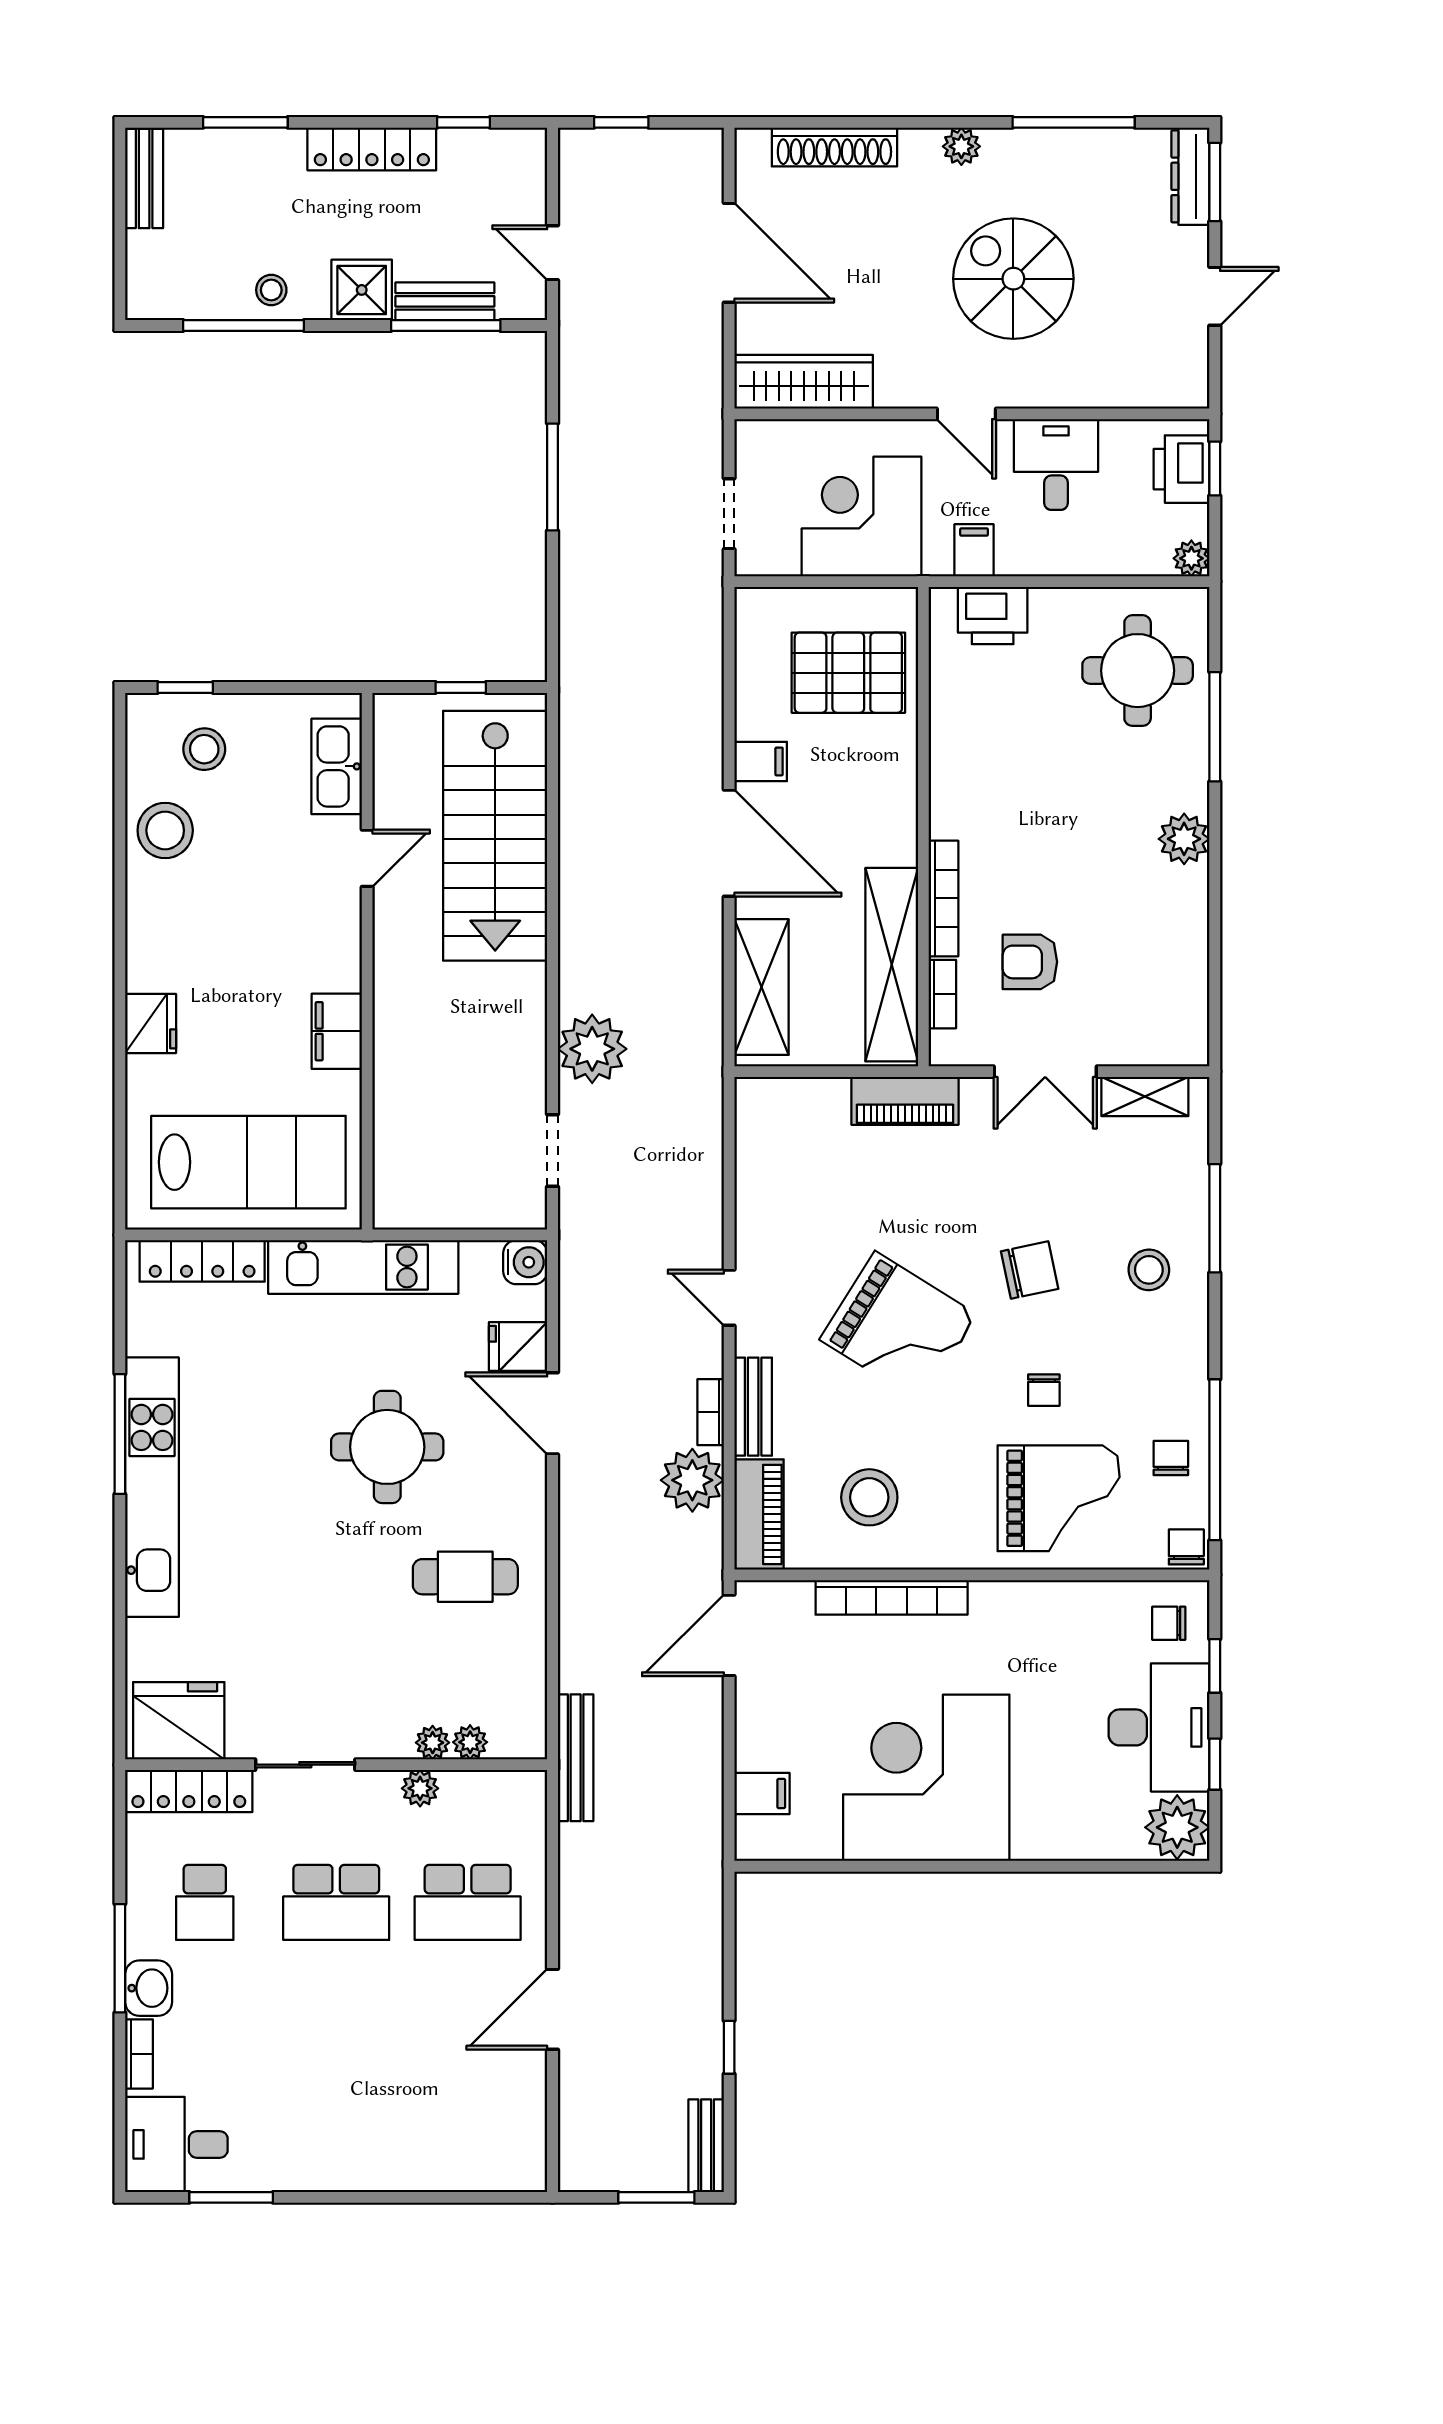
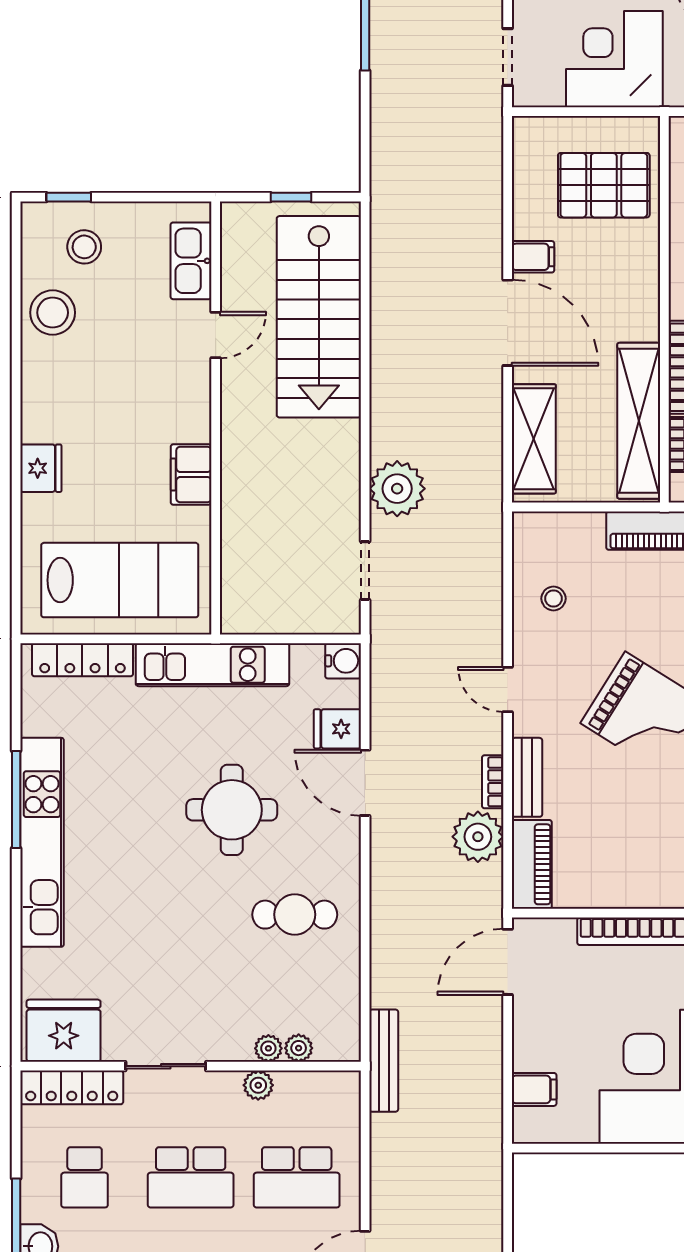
stool: (869, 1497) -> (553, 599), moved, width x0.53, depth x0.53

